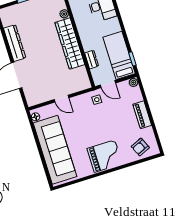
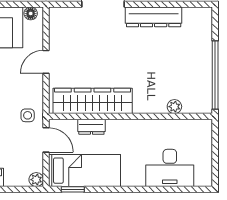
wardrobe: (70, 44) -> (93, 101), moved
door: (108, 84) -> (46, 140), swing flipped

